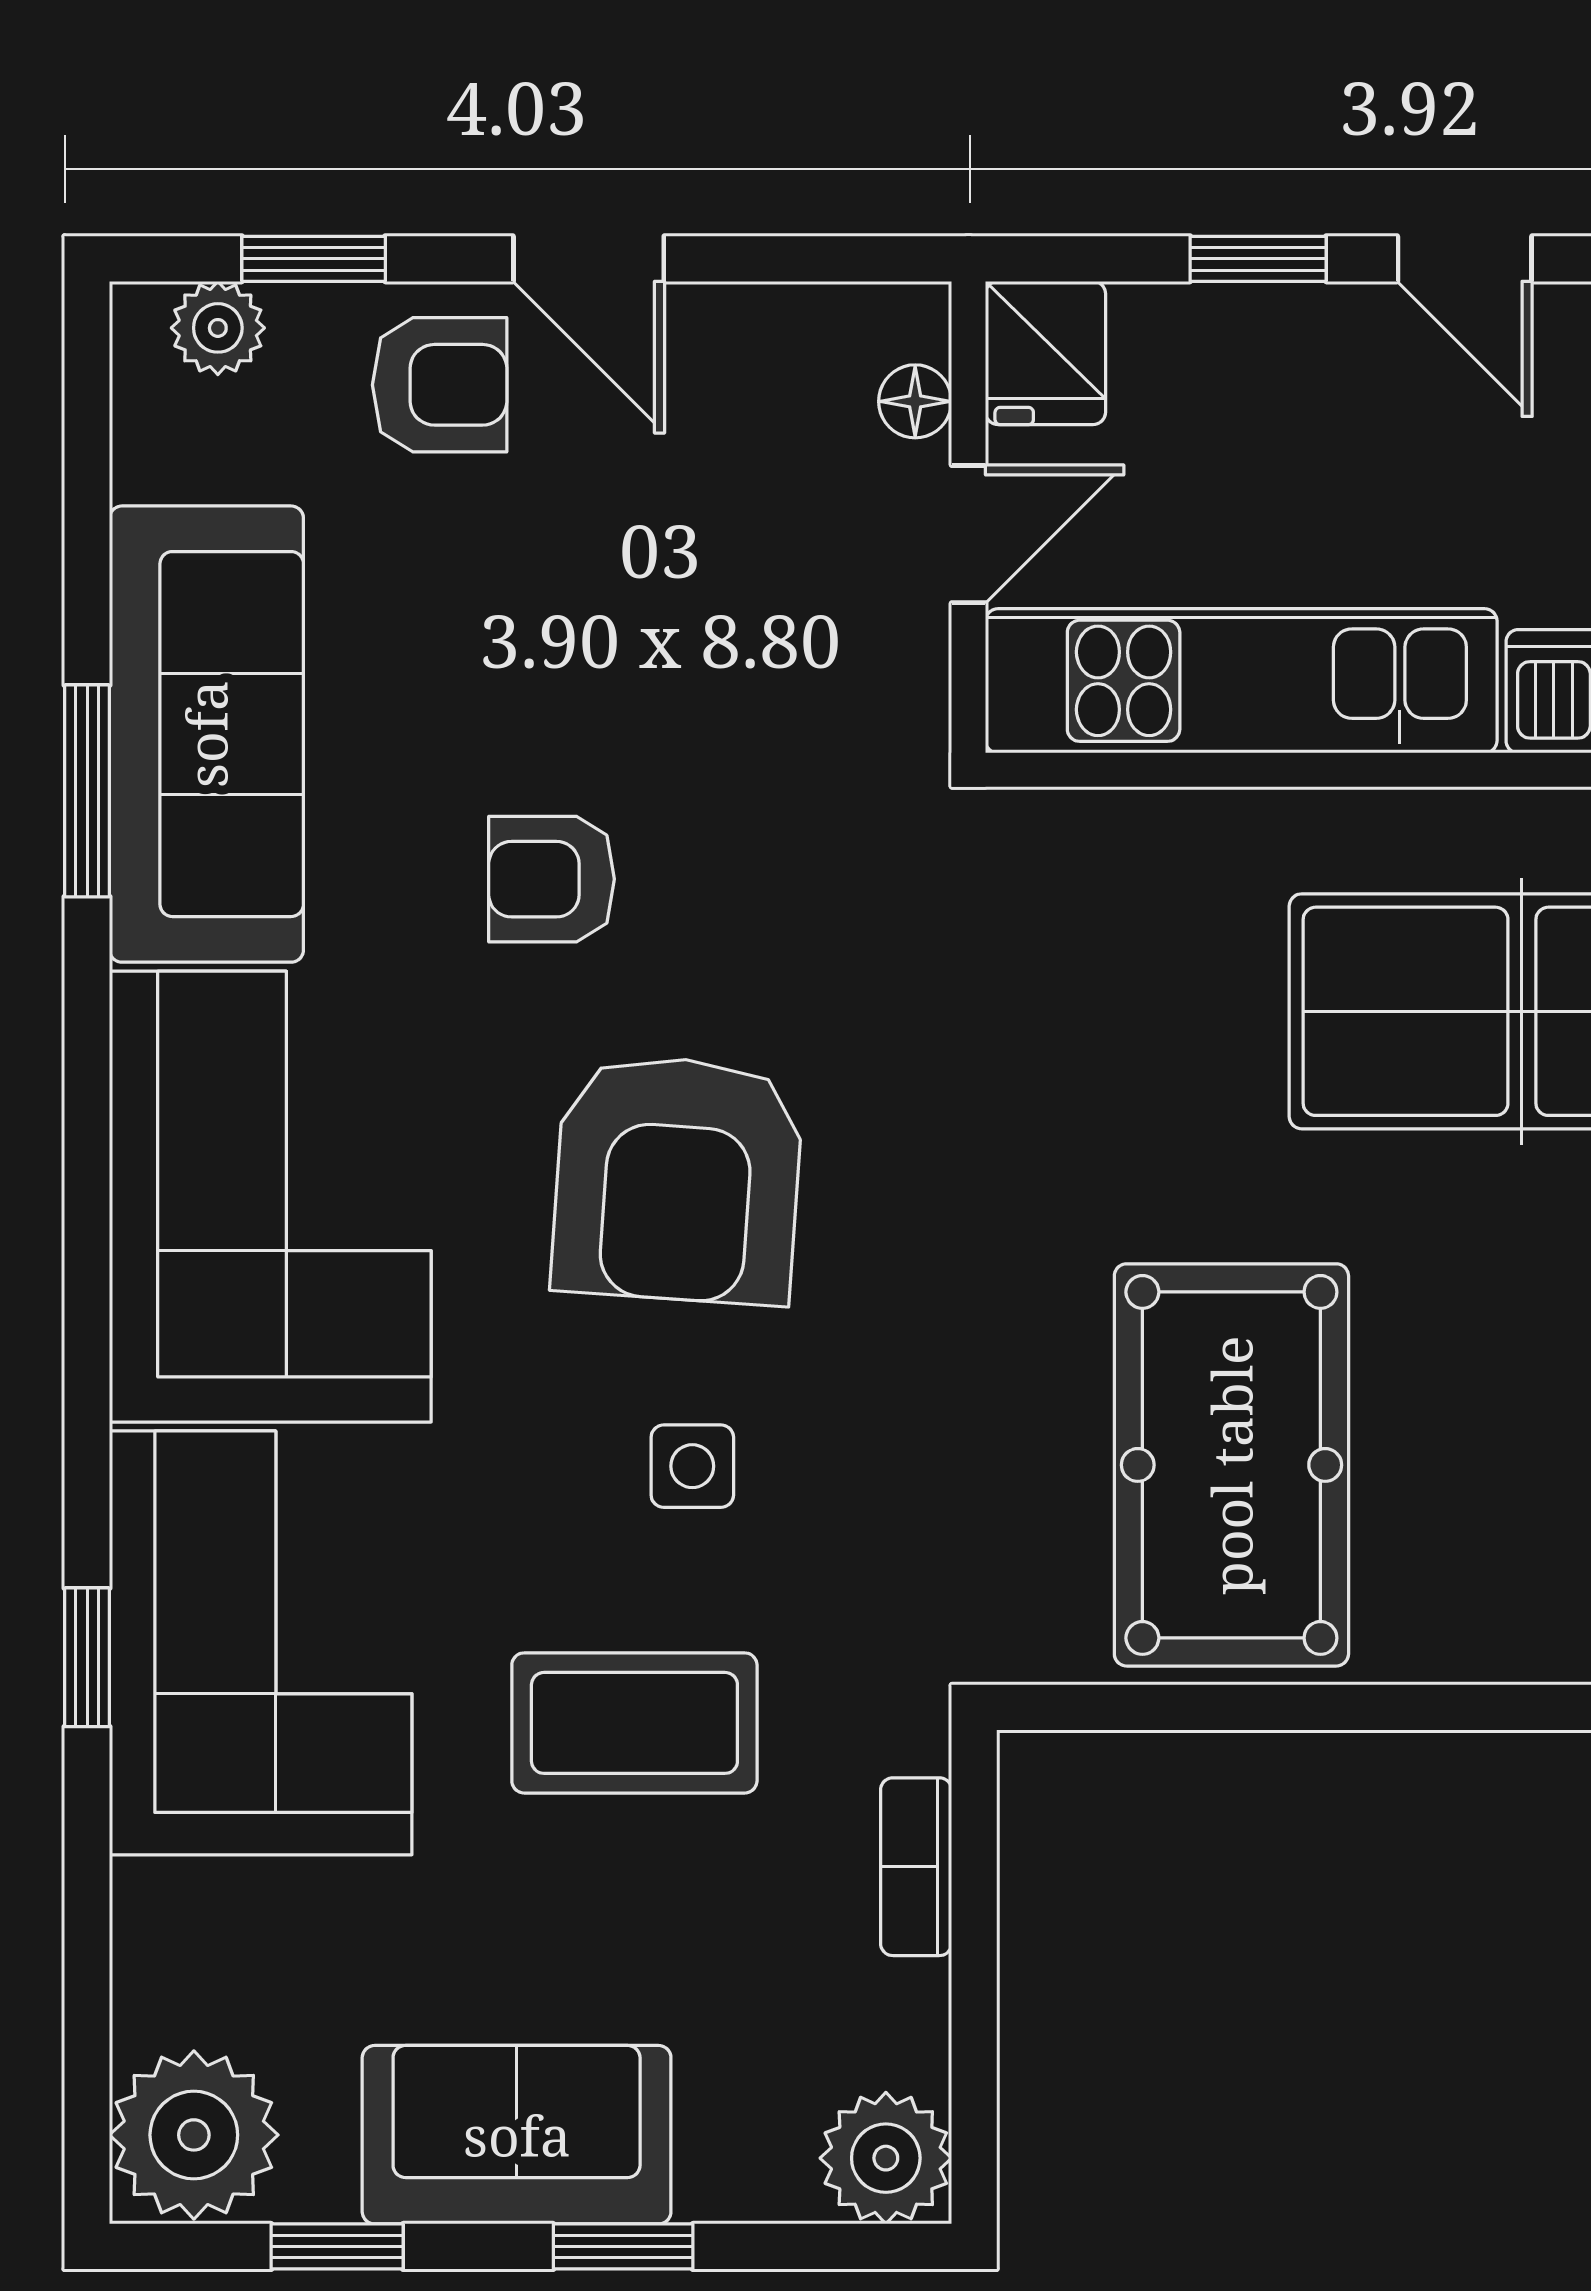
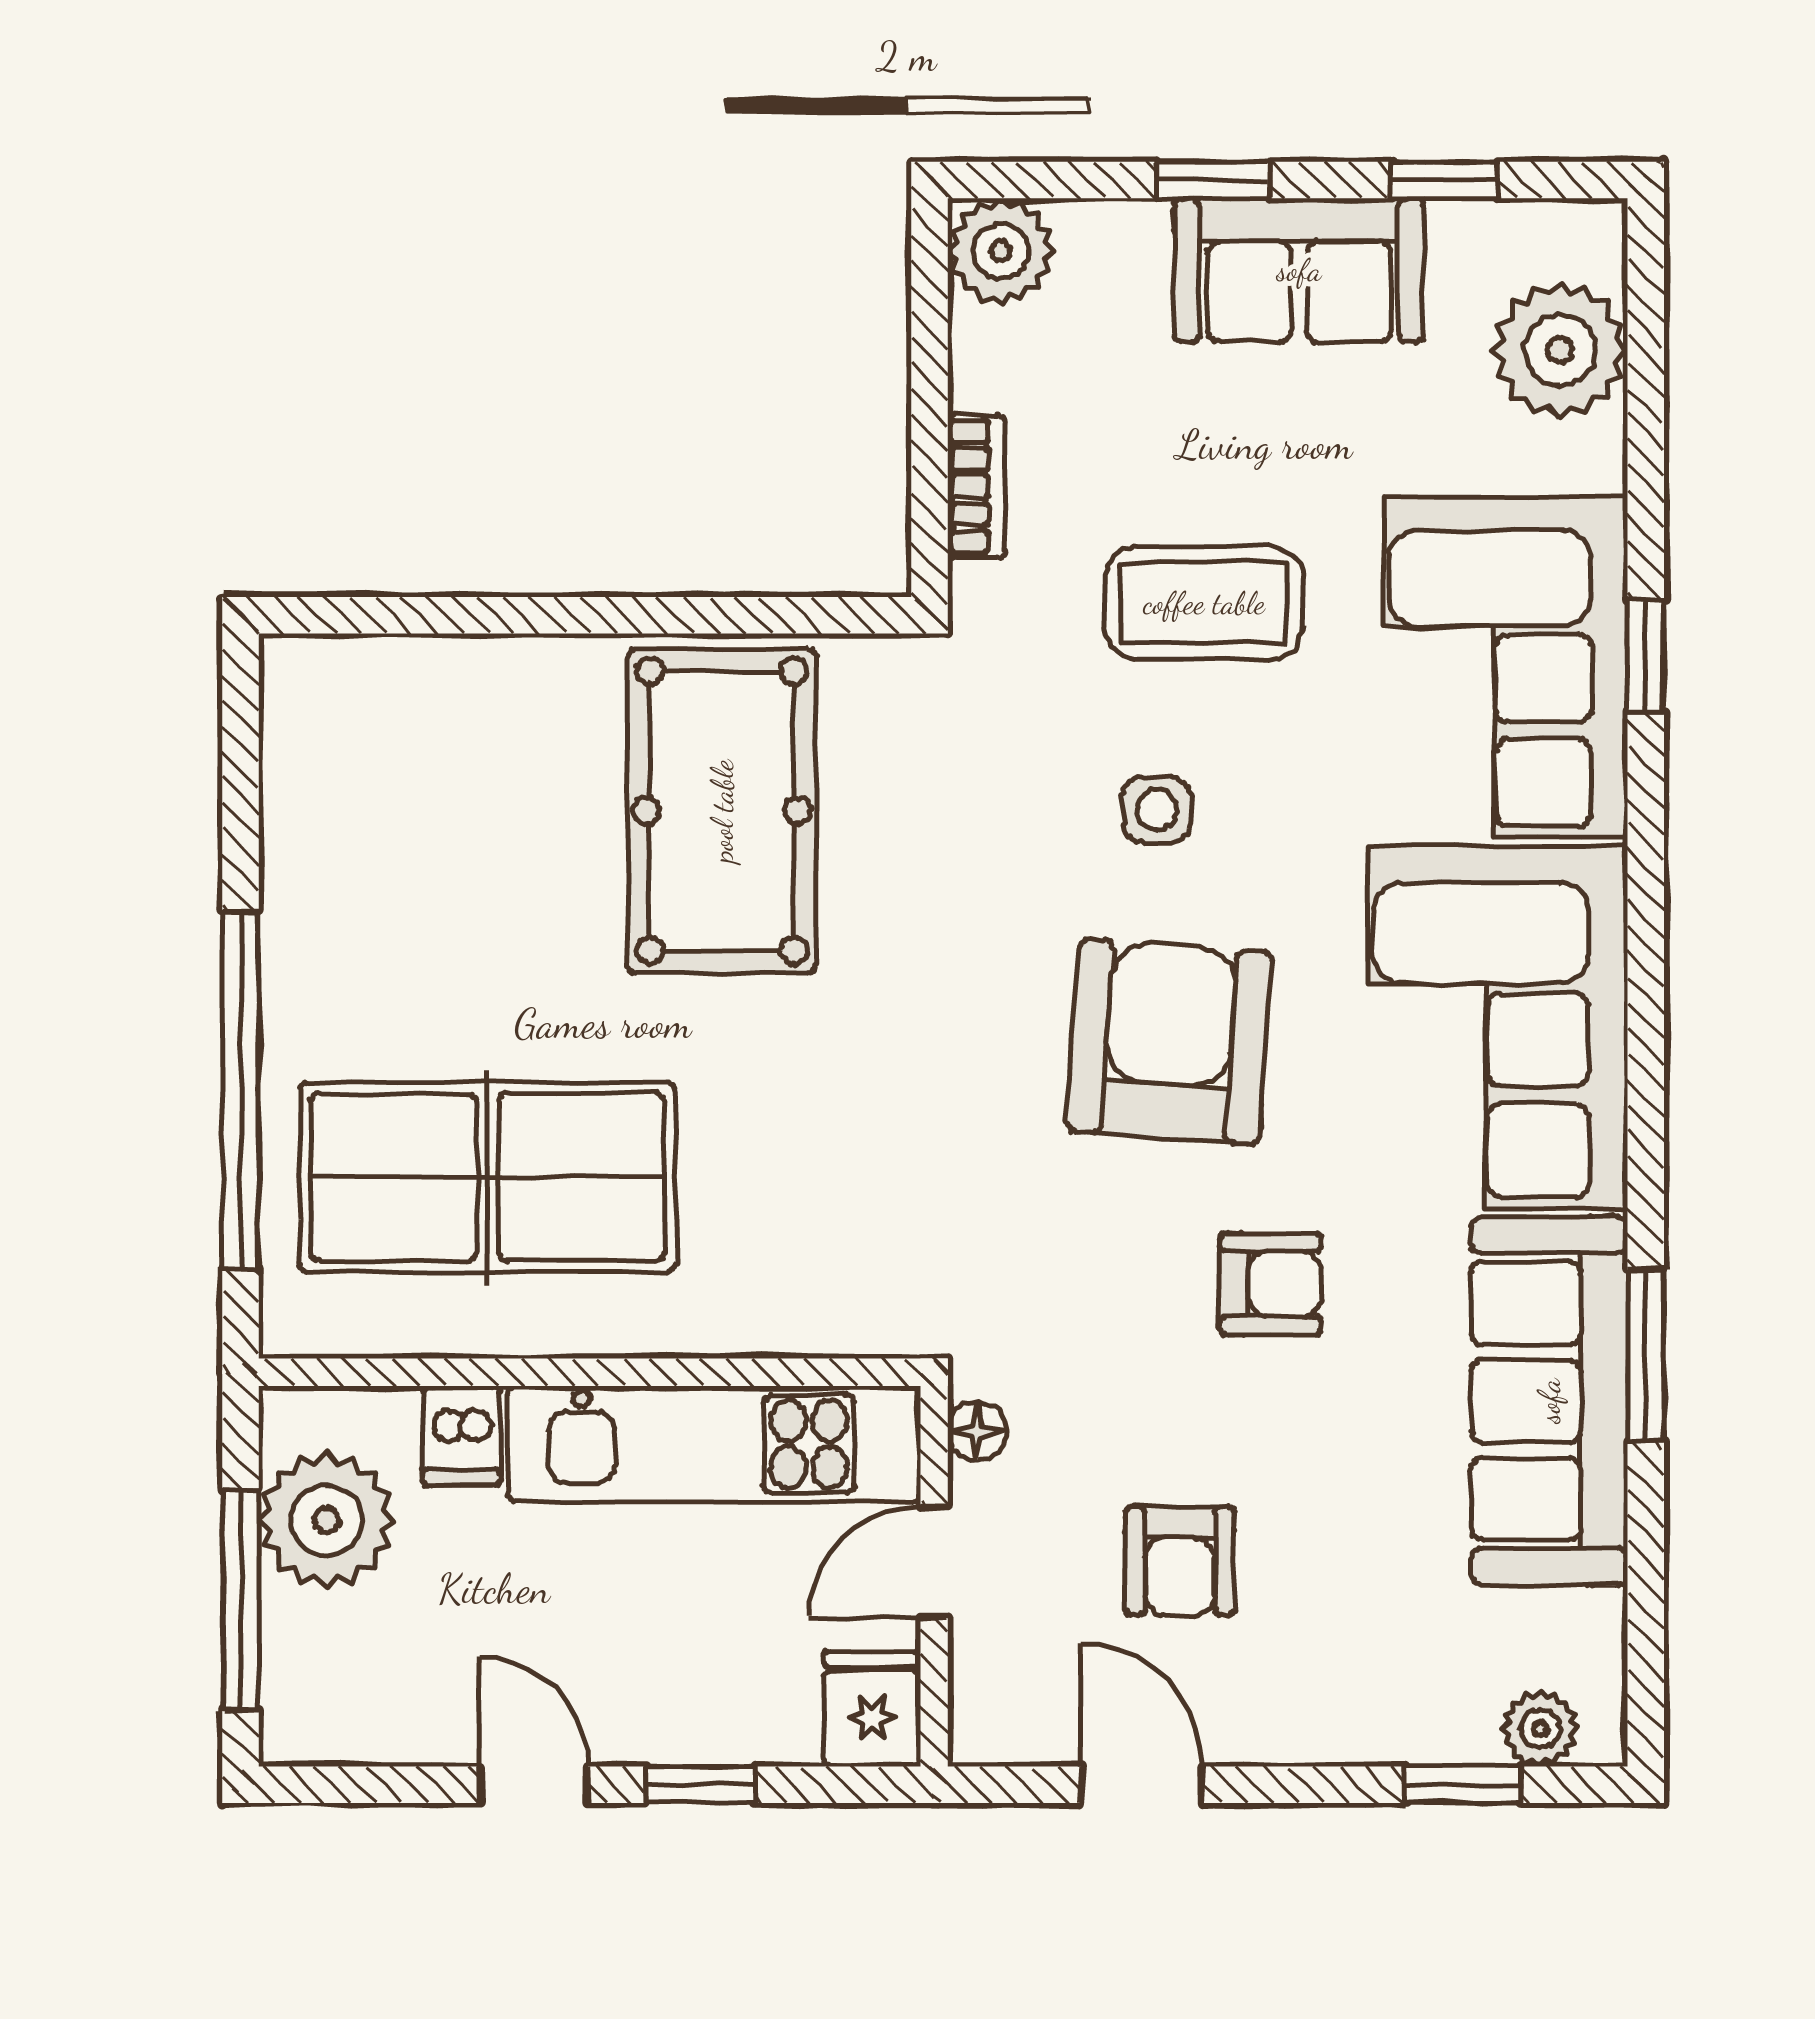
door: (589, 259) -> (1142, 1785), moved
armchair: (440, 385) -> (1180, 1561), moved, turned -90
floor lamp: (915, 401) -> (977, 1431), moved
plant: (194, 2135) -> (1560, 350), moved

